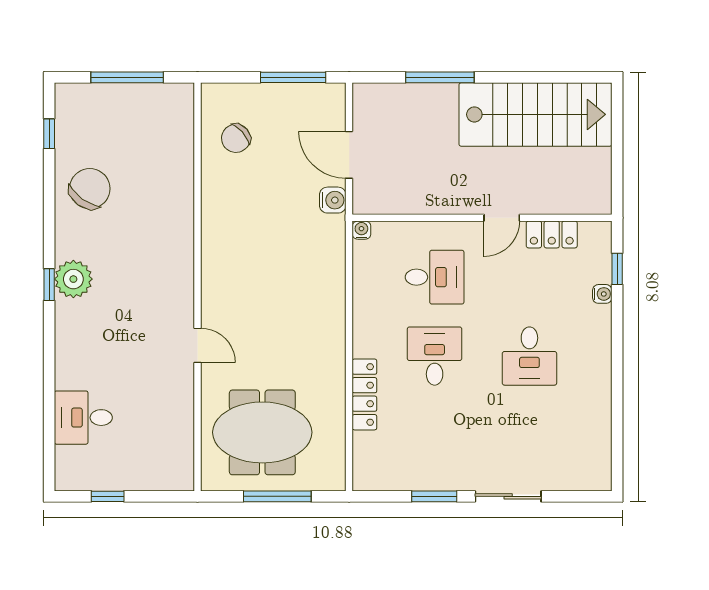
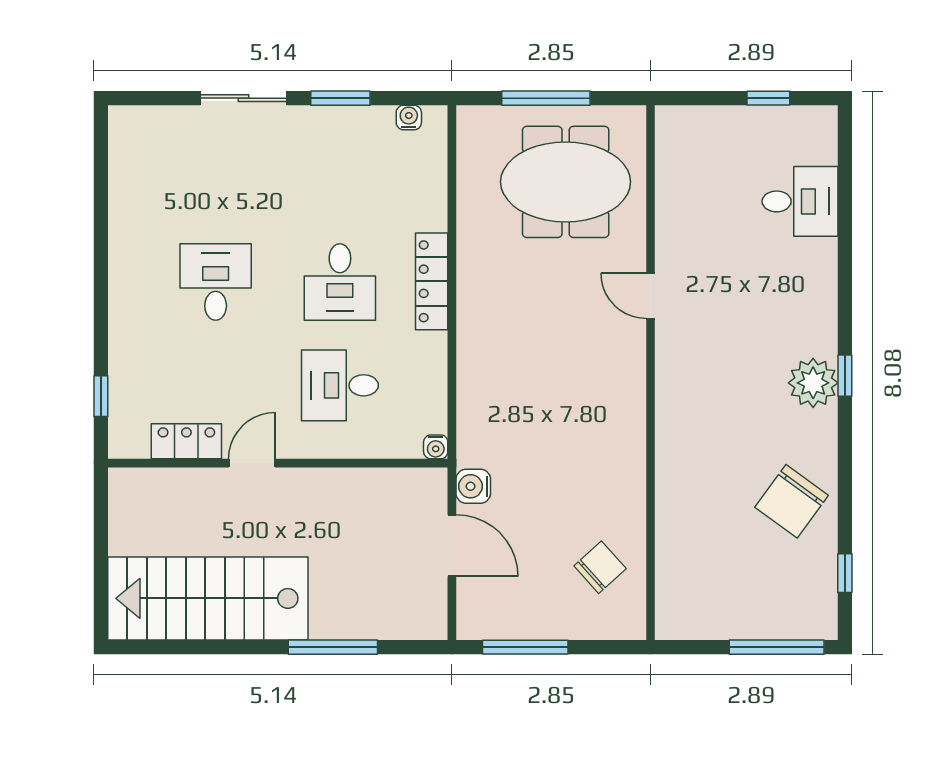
window: (127, 77) -> (777, 647), moved
water cooler: (602, 294) -> (409, 118), moved, turned 90
locker: (364, 394) -> (432, 281), moved

